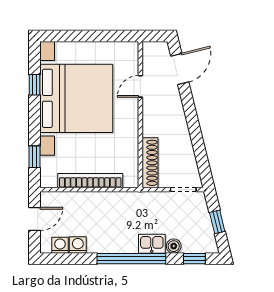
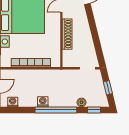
shoe rack: (150, 163) -> (67, 34), moved
kitchen sink: (152, 244) -> (68, 101), removed
washing machine: (78, 245) -> (43, 102), moved

